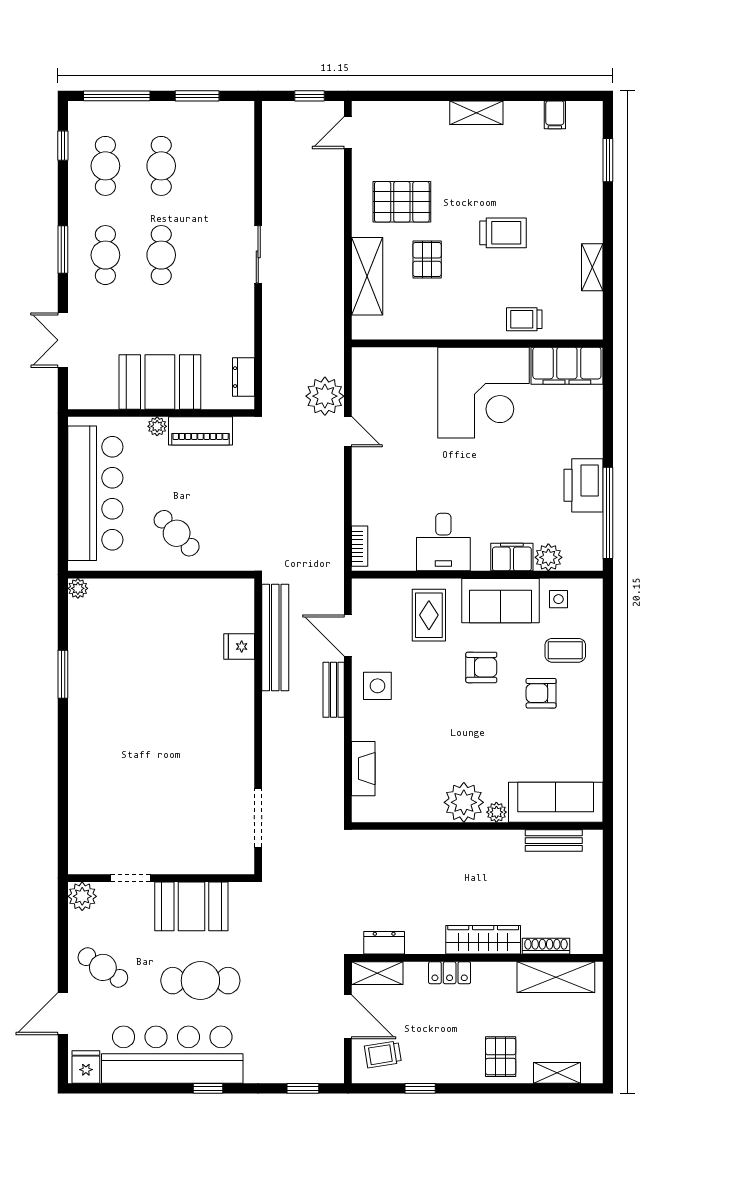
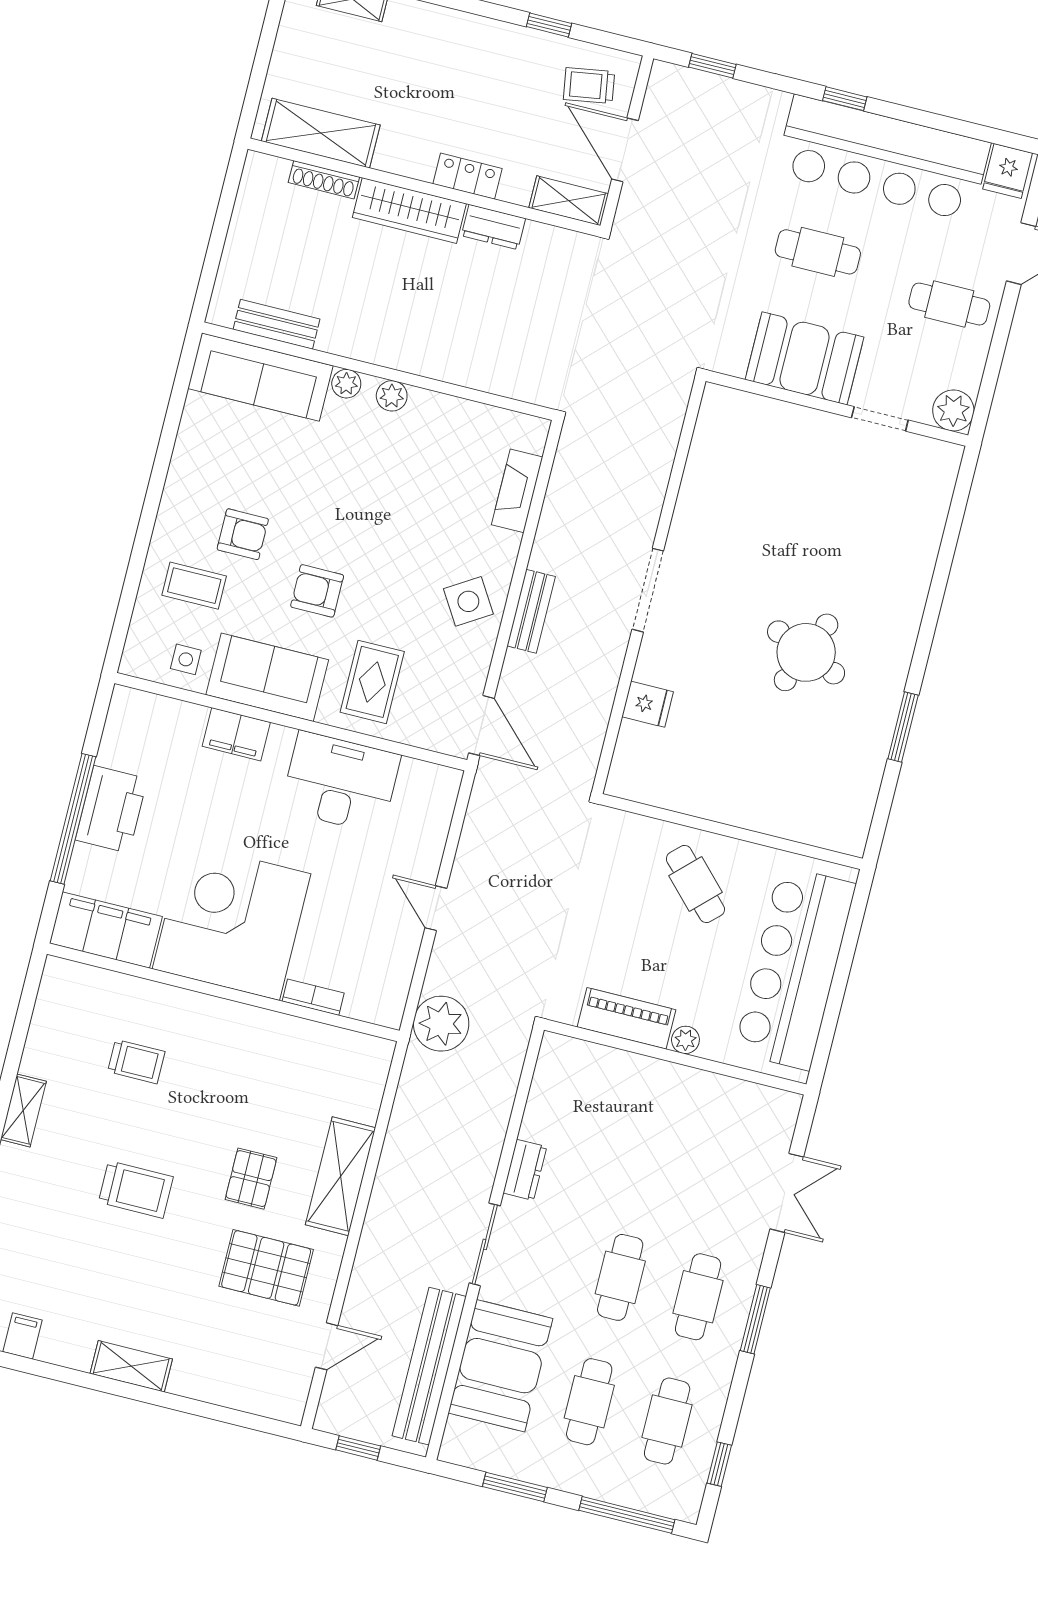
door: (348, 133) -> (327, 1346), moved
trolley: (503, 233) -> (136, 1189), turned 180
wall: (477, 343) -> (223, 992), moved
filing cabinet: (567, 366) -> (106, 930), moved
dresser: (244, 377) -> (525, 1170), moved
booth: (160, 382) -> (501, 1366), moved, turned 90
corner desk: (483, 393) -> (232, 921), moved
door: (348, 432) -> (436, 908), moved
window: (608, 513) -> (73, 819), moved
desk: (443, 542) -> (340, 782), width x1.37
bookcase: (360, 546) -> (313, 997), moved, turned 90
plant: (548, 557) -> (185, 721), removed
plant: (78, 588) -> (852, 841), removed
door: (348, 636) -> (481, 726), moved
bench: (275, 638) -> (429, 1366), moved
side table: (377, 686) -> (468, 601), turned -32
round table: (141, 708) -> (806, 652), added
plant: (464, 802) -> (392, 396), width x0.53, depth x0.53
doorway: (258, 818) -> (648, 590), moved
dresser: (384, 943) -> (493, 227), moved
cafe table: (103, 967) -> (949, 304), turned -34
cafe table: (200, 981) -> (818, 252), width x0.73, depth x0.74
trolley: (383, 1054) -> (589, 86), turned 180
pallet: (501, 1057) -> (425, 41), removed

